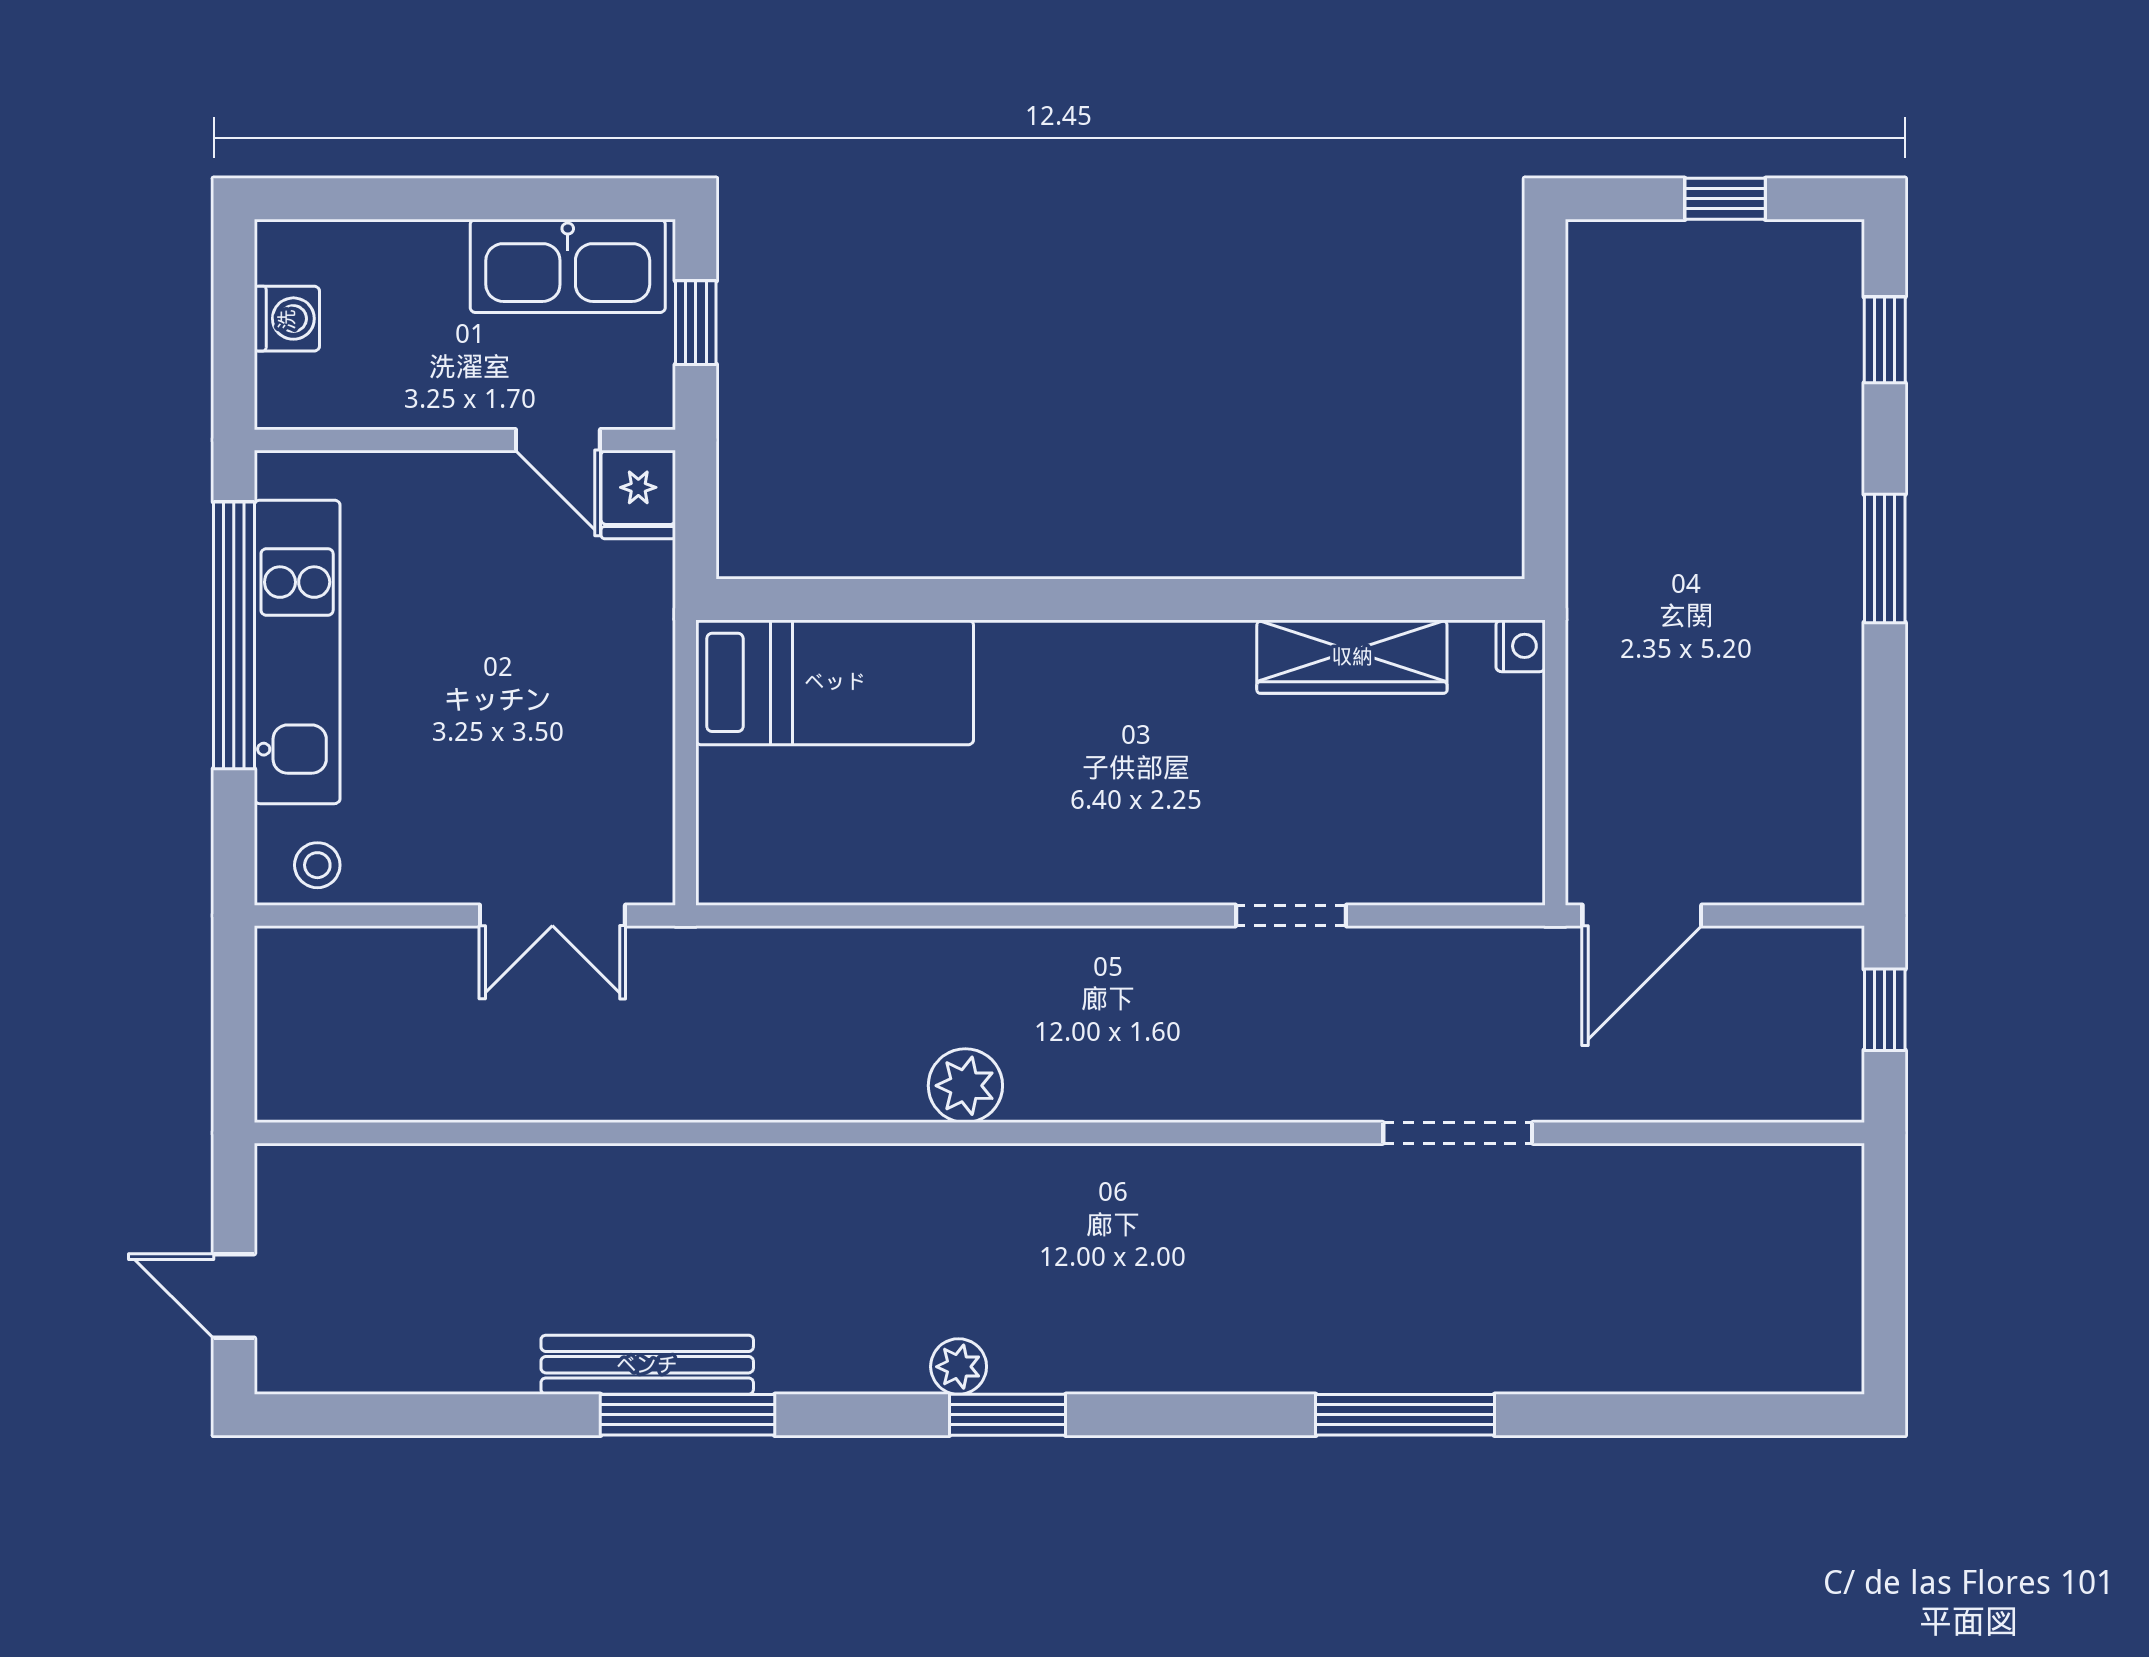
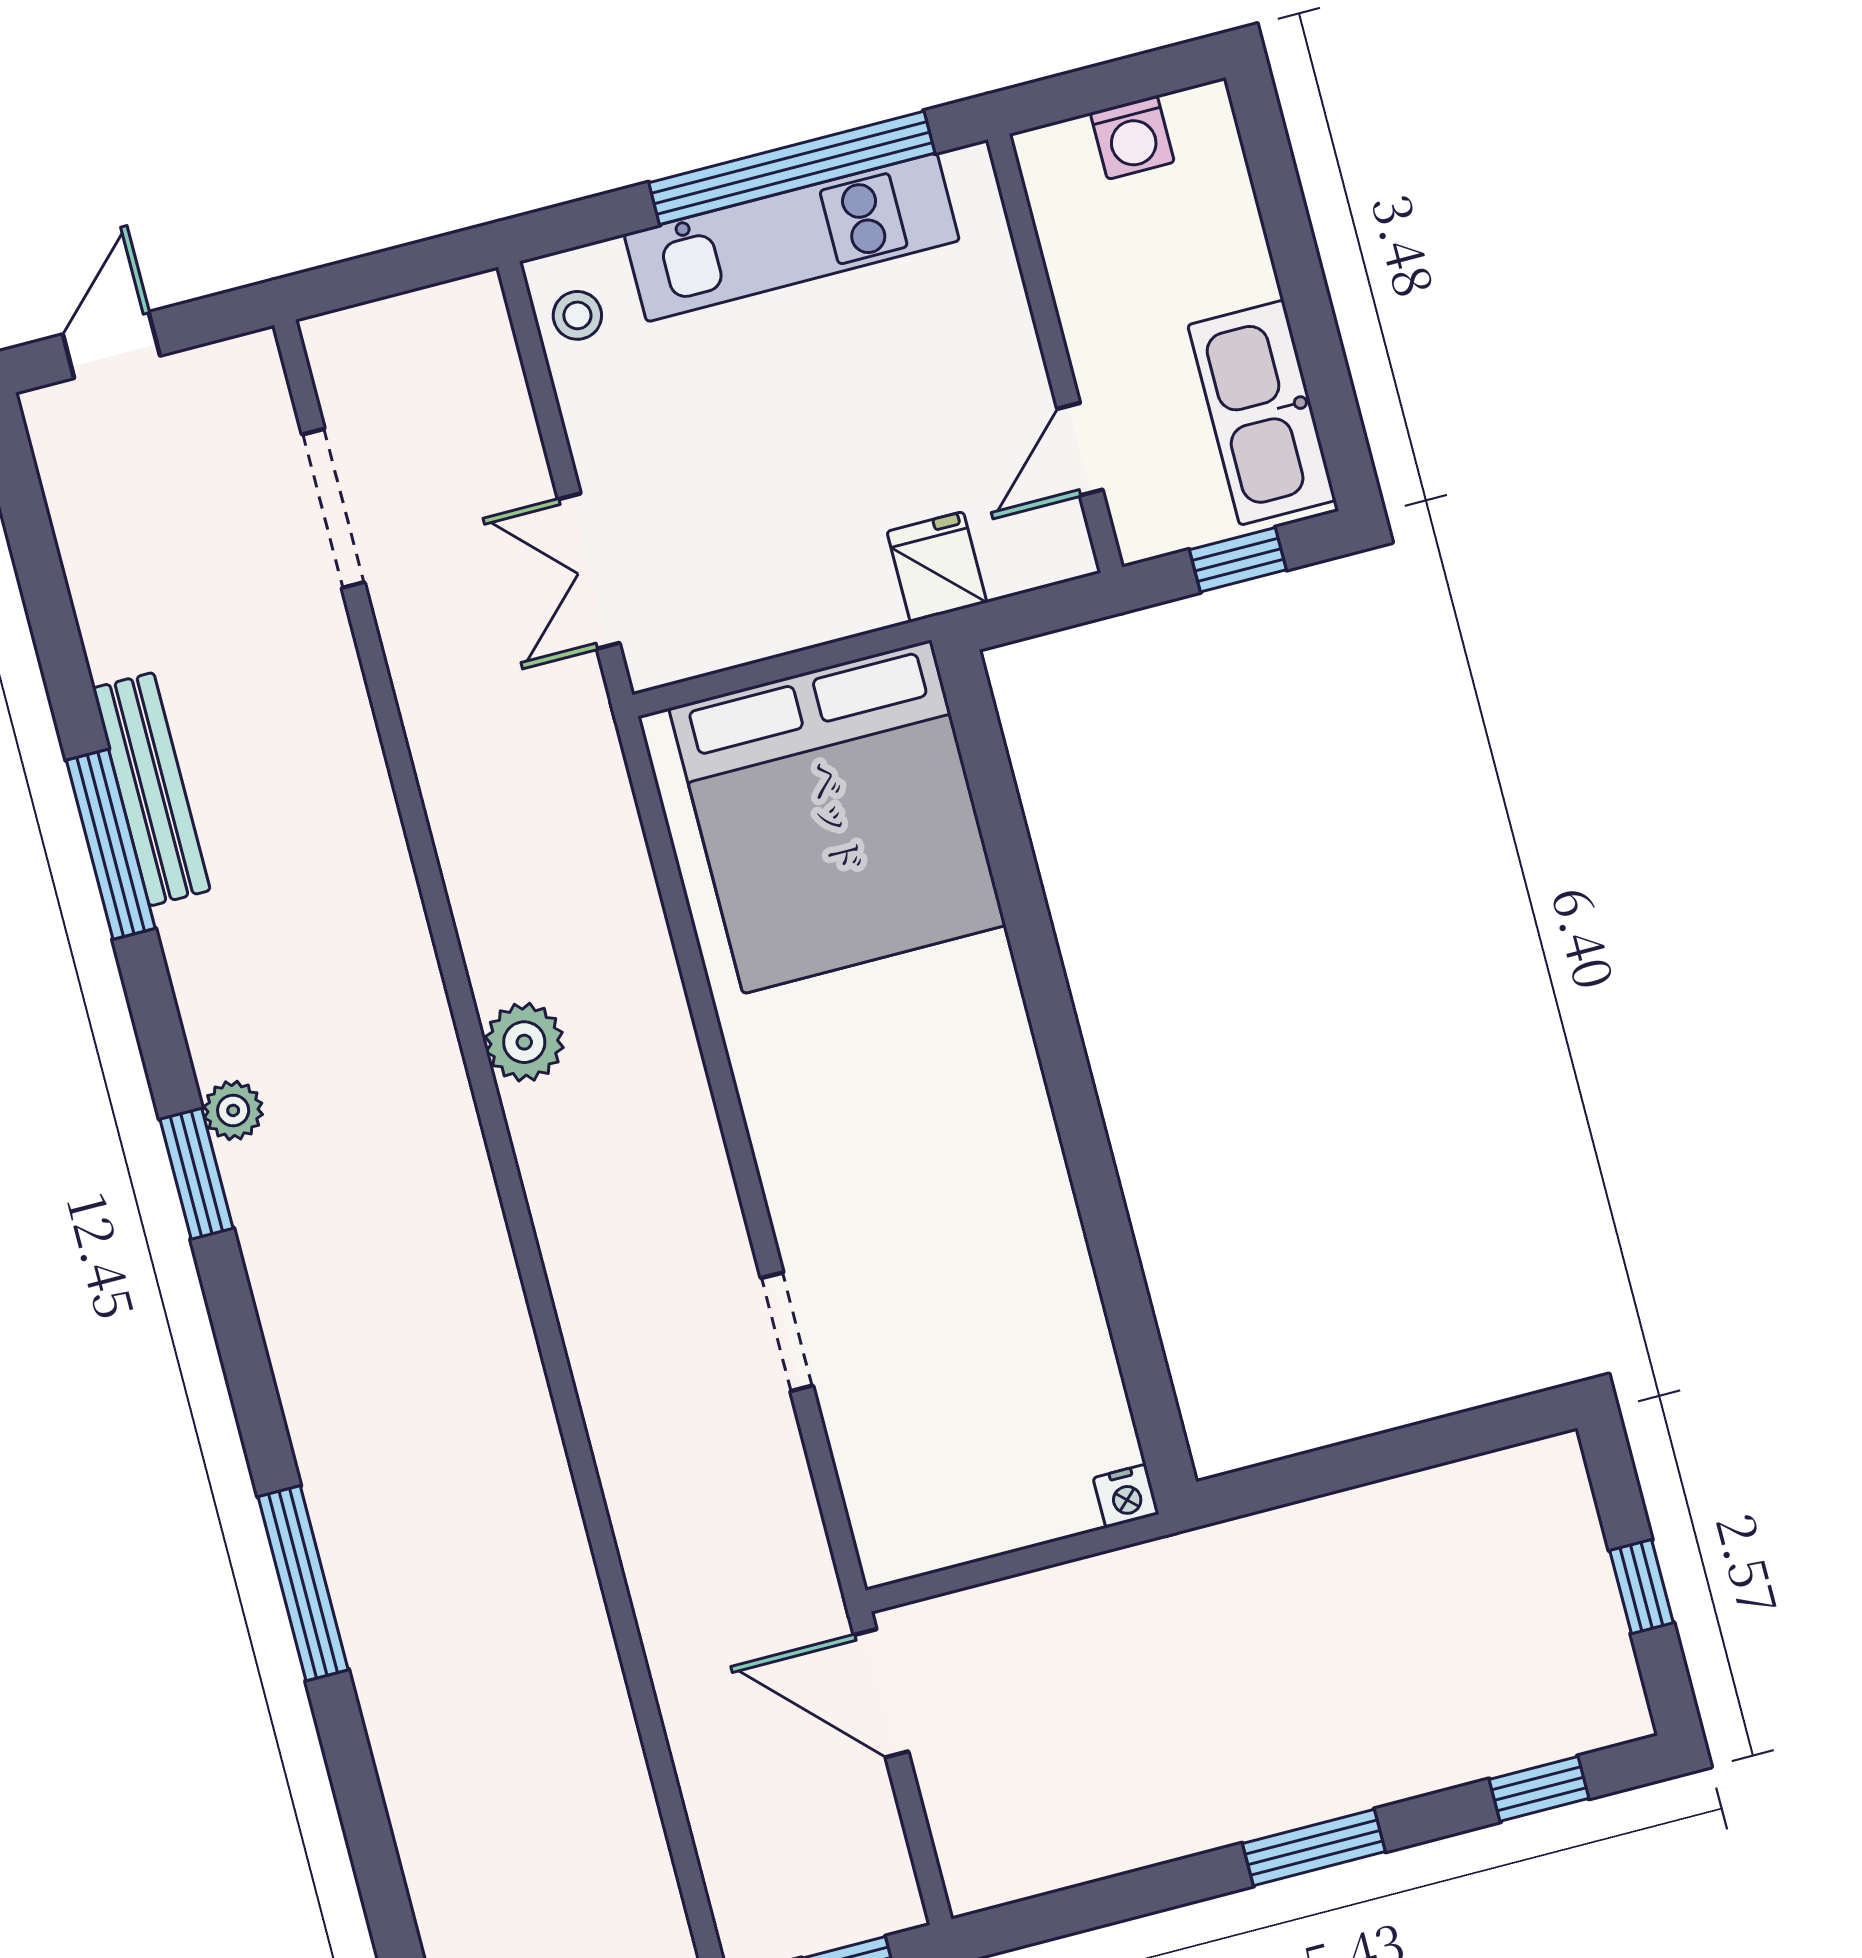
fridge: (638, 494) -> (937, 567), moved, turned 90
wardrobe: (1352, 657) -> (1070, 1325), removed
bed: (835, 682) -> (837, 817), width x2.04
doorway: (1458, 1133) -> (333, 508), moved

